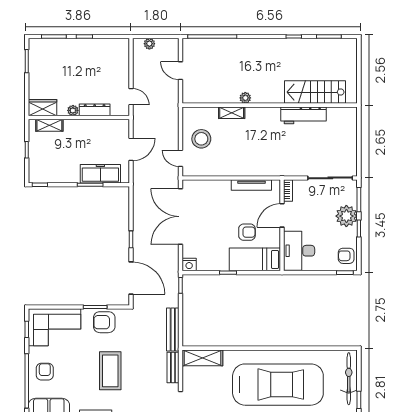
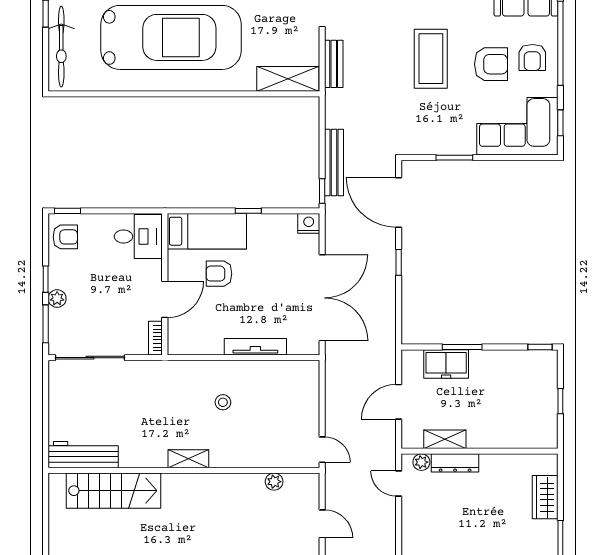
plant: (245, 98) -> (274, 482), moved
wardrobe: (42, 108) -> (545, 497), moved, turned 90
plant: (73, 110) -> (421, 462), moved
shelving: (232, 113) -> (188, 459), moved
workbench: (303, 115) -> (83, 455), moved
shelving: (49, 125) -> (445, 439), moved
stool: (201, 139) -> (223, 402), moved, width x0.53, depth x0.53
door: (180, 158) -> (322, 450), moved
freezer: (100, 174) -> (446, 364), width x0.71
tv unit: (251, 185) -> (255, 347), moved
plant: (346, 216) -> (57, 299), width x0.53, depth x0.53
desk: (299, 251) -> (138, 237), width x0.73
armchair: (104, 322) -> (491, 64), moved
bench: (173, 329) -> (334, 162), moved
car: (278, 385) -> (171, 37), turned 180

